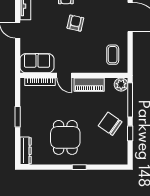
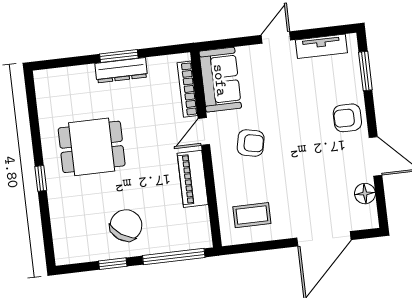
armchair: (75, 23) -> (251, 143), moved
plant: (121, 84) -> (200, 237), removed
dresser: (26, 151) -> (121, 70), moved

